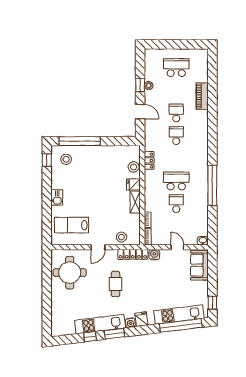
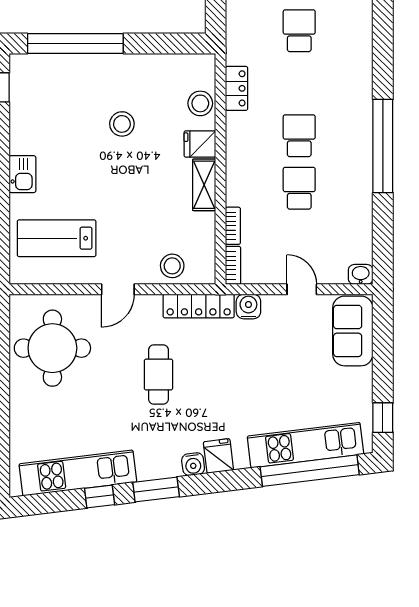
stool: (66, 159) -> (122, 124), moved
school desk: (176, 181) -> (299, 136), width x0.54
kitchen unit: (100, 324) -> (78, 473), moved

